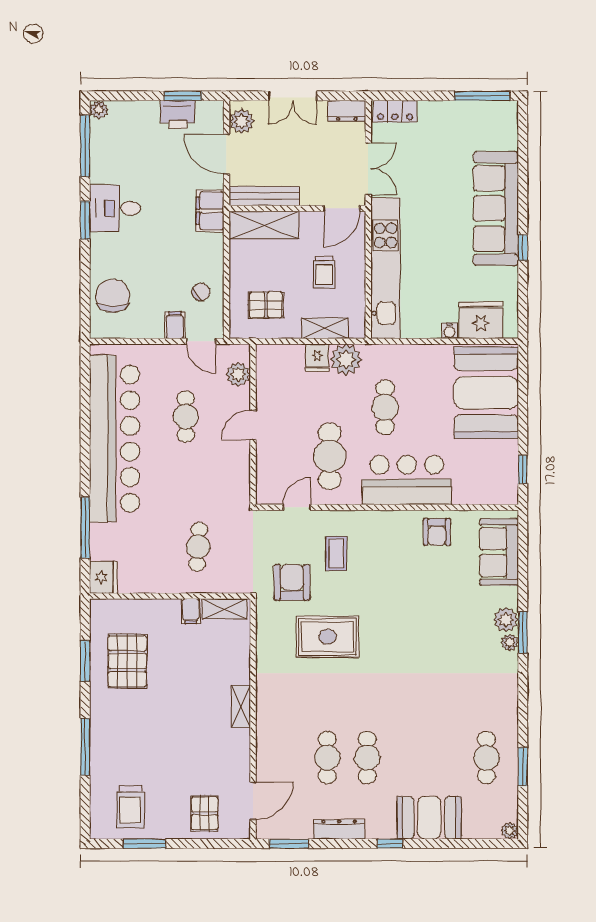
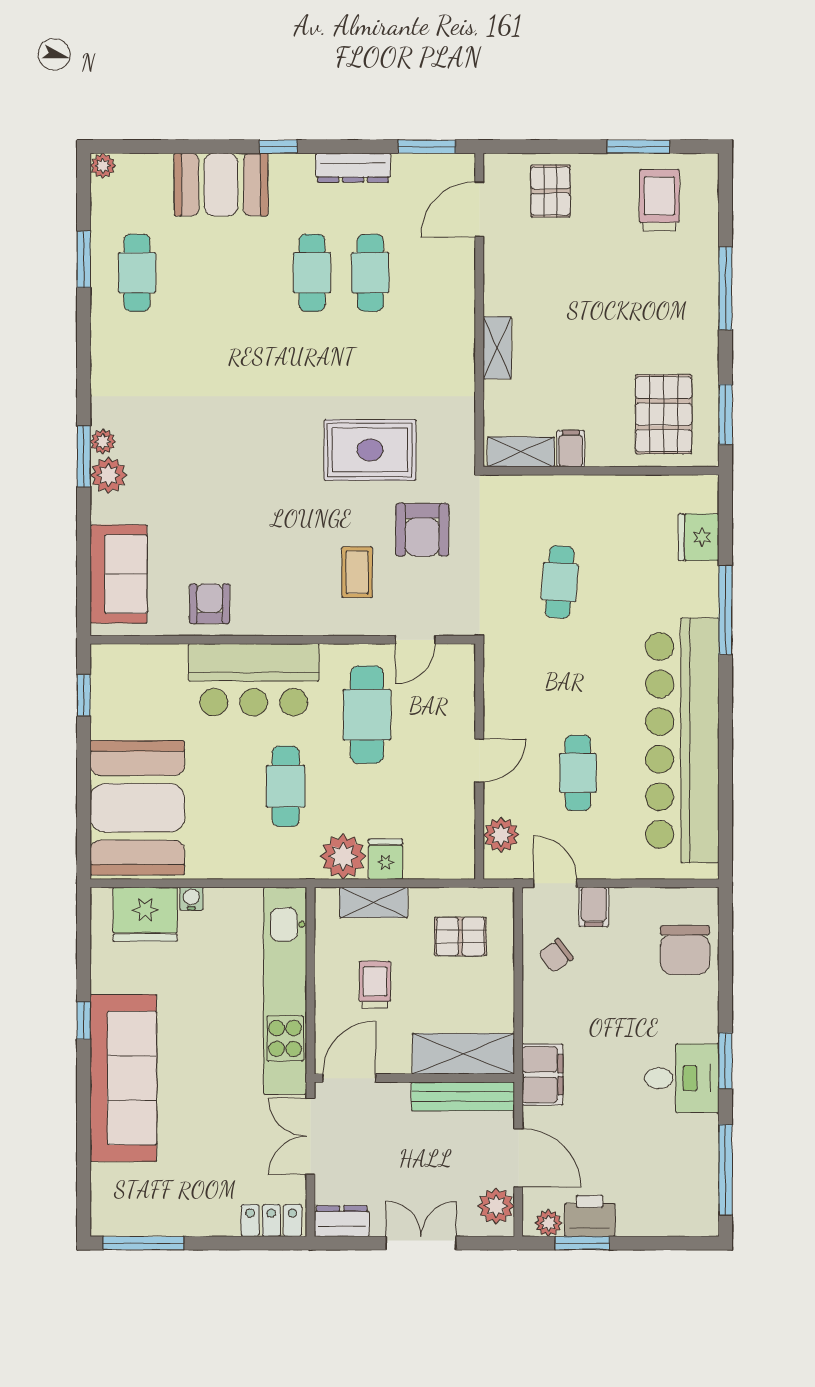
plant: (99, 110) -> (548, 1223), moved
wall: (170, 596) -> (601, 471), moved
shelving: (225, 609) -> (521, 452), moved
filing cabinet: (191, 611) -> (571, 449), moved

